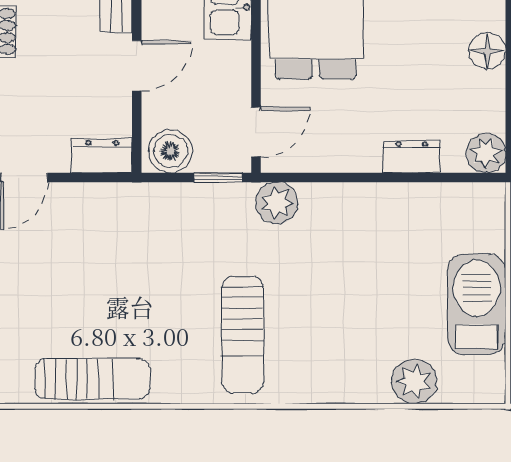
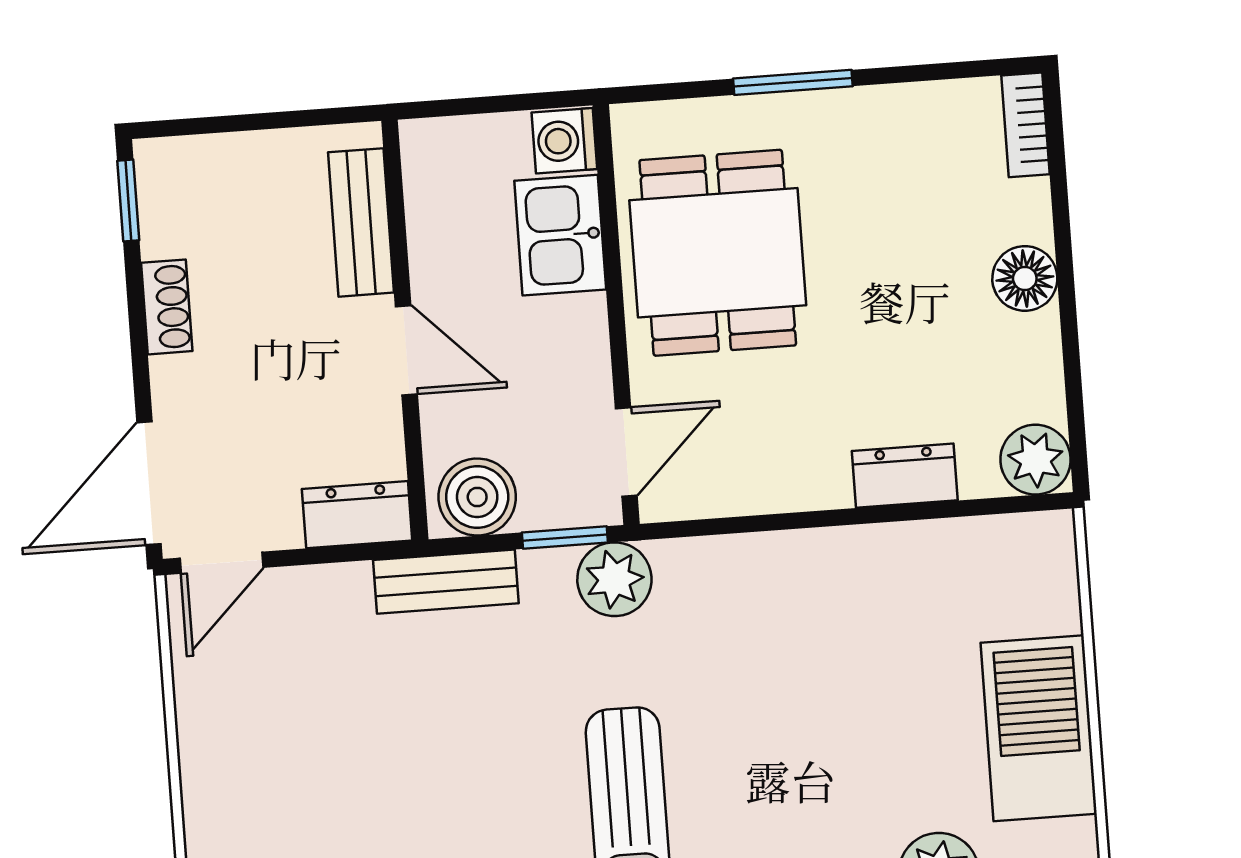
door: (137, 66) -> (406, 350), hinge flipped
bench: (149, 197) -> (446, 582), added
plant: (277, 203) -> (614, 579), moved

